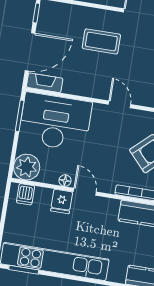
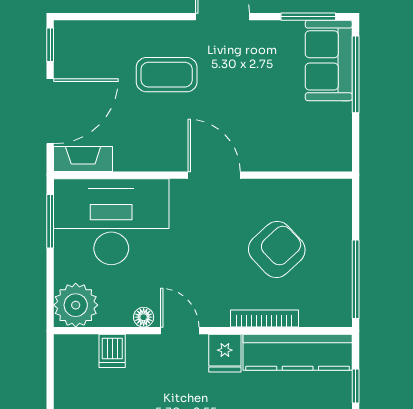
door: (119, 104) -> (214, 175), width x1.37
dishwasher: (25, 194) -> (112, 351), moved
fridge: (62, 201) -> (225, 353), moved

